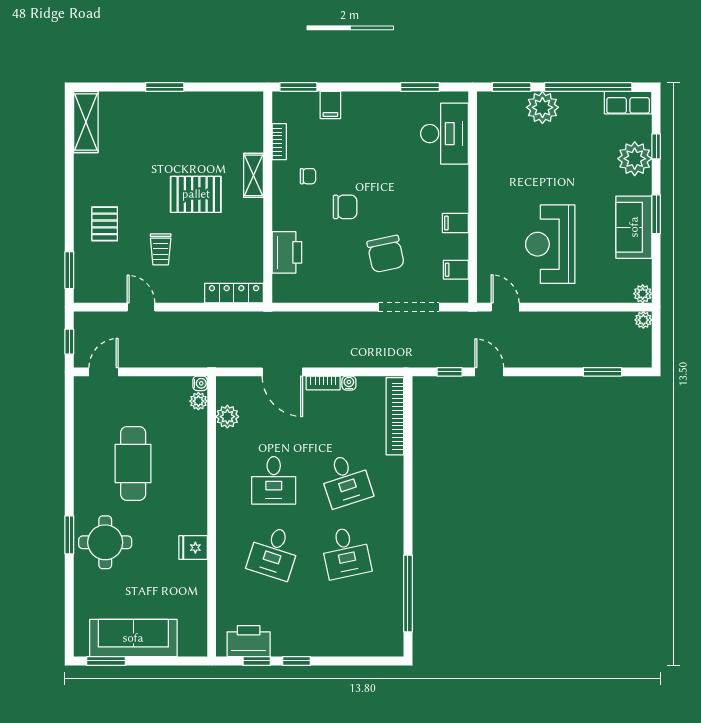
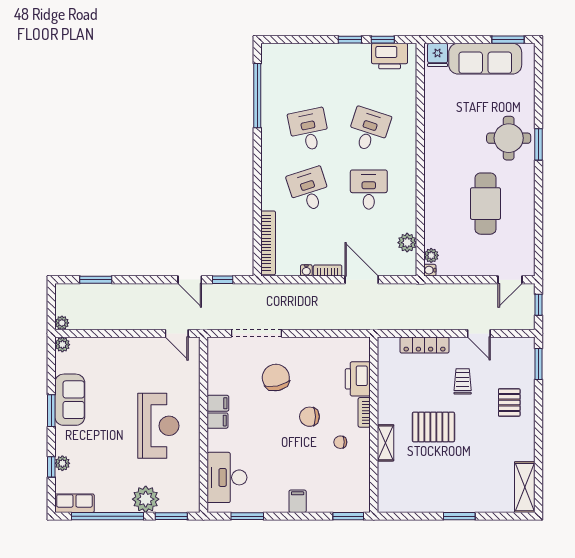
filing cabinet: (330, 105) -> (298, 501), moved
bookcase: (279, 142) -> (364, 412), moved
plant: (635, 159) -> (62, 463), width x0.53, depth x0.53
reception desk: (550, 244) -> (158, 426), moved
filing cabinet: (456, 270) -> (217, 421), moved
locker: (234, 293) -> (424, 345), moved
fridge: (193, 548) -> (438, 55), moved, turned 90

